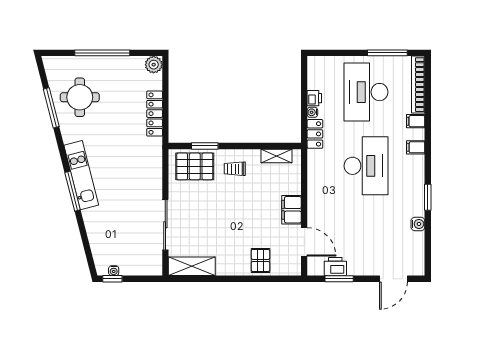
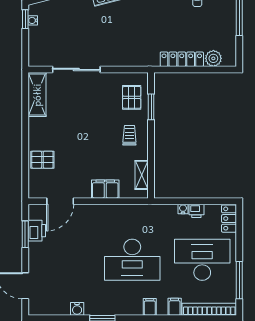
plant: (154, 65) -> (213, 58), moved
locker: (315, 134) -> (229, 219), moved, turned 90
pallet: (195, 166) -> (132, 97), width x0.67, depth x0.71
filing cabinet: (291, 210) -> (105, 189), moved

